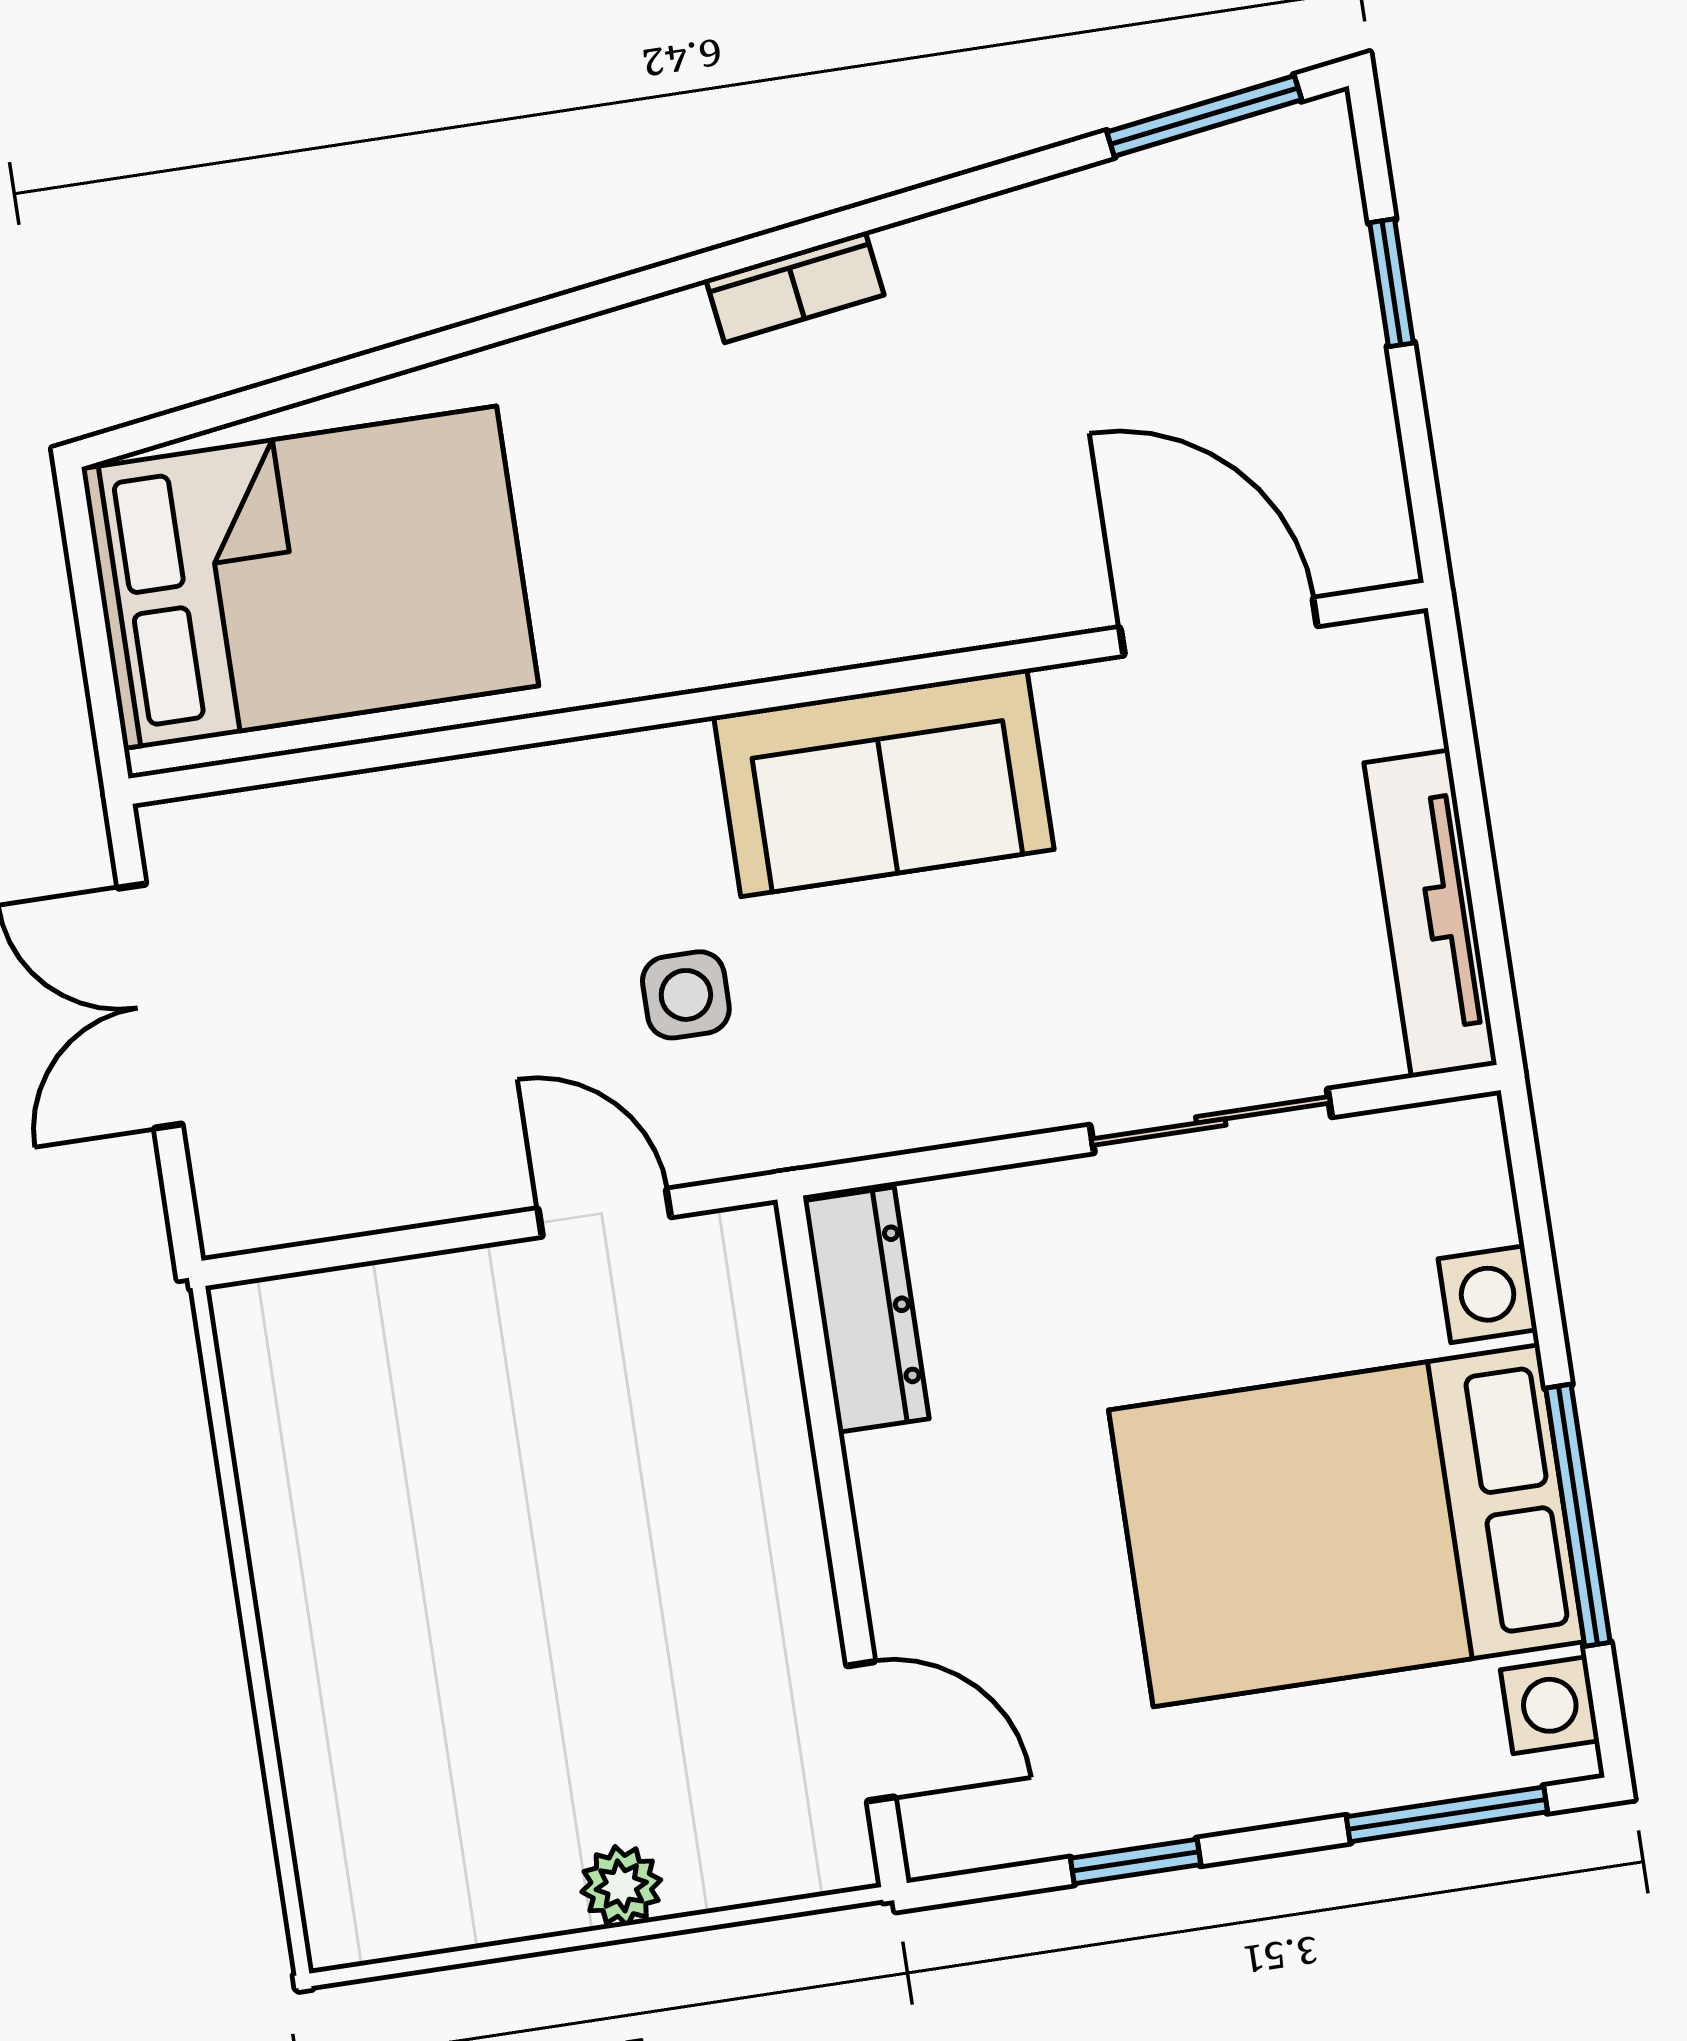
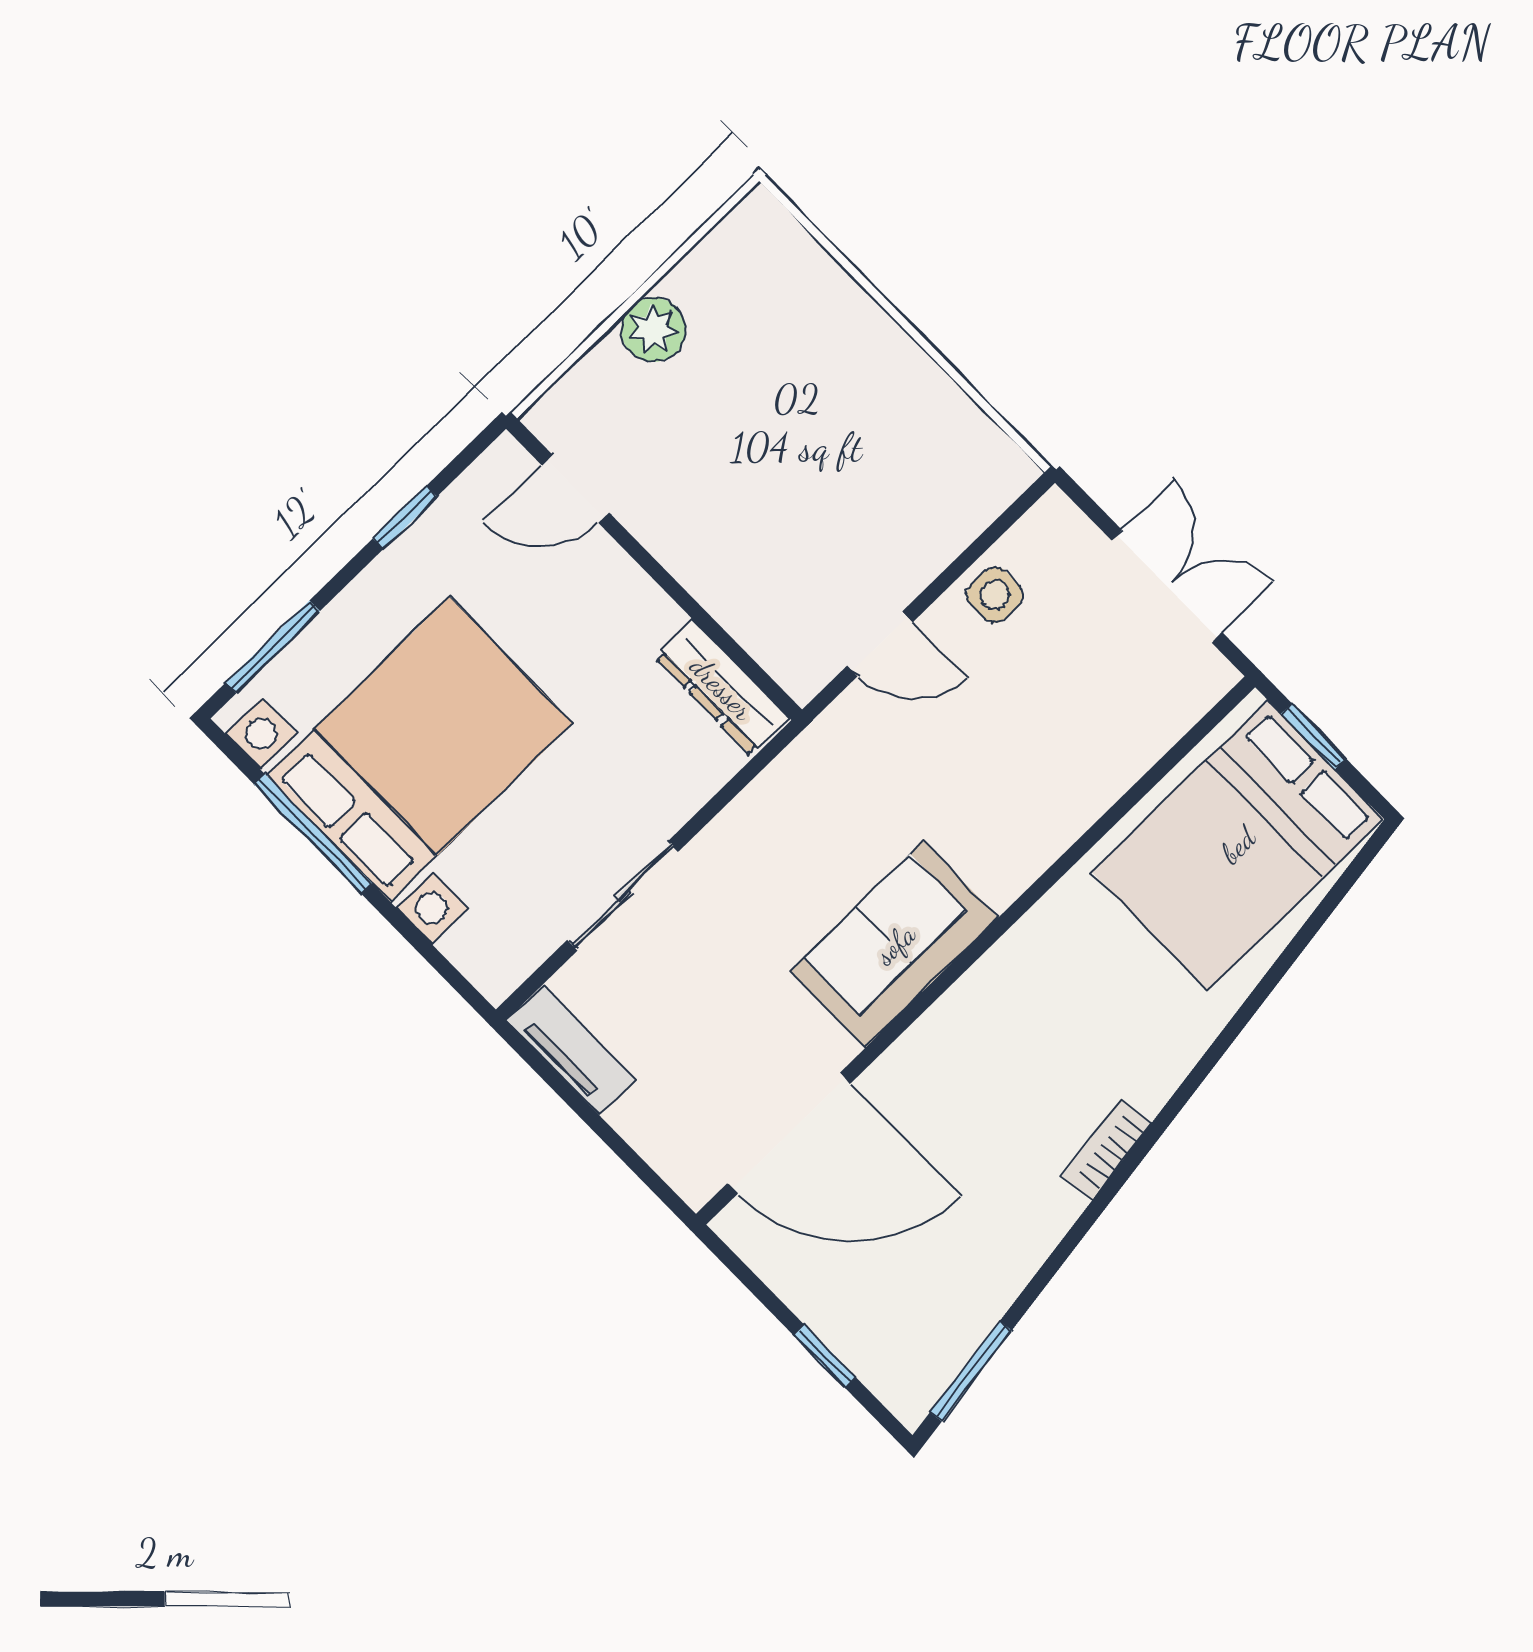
door: (1219, 627) -> (789, 1133), width x1.36
window: (97, 653) -> (1314, 736), added
tv unit: (1430, 914) -> (571, 1050), width x0.71
side table: (686, 995) -> (995, 595), moved
plant: (621, 1886) -> (653, 330), width x1.38, depth x1.38

